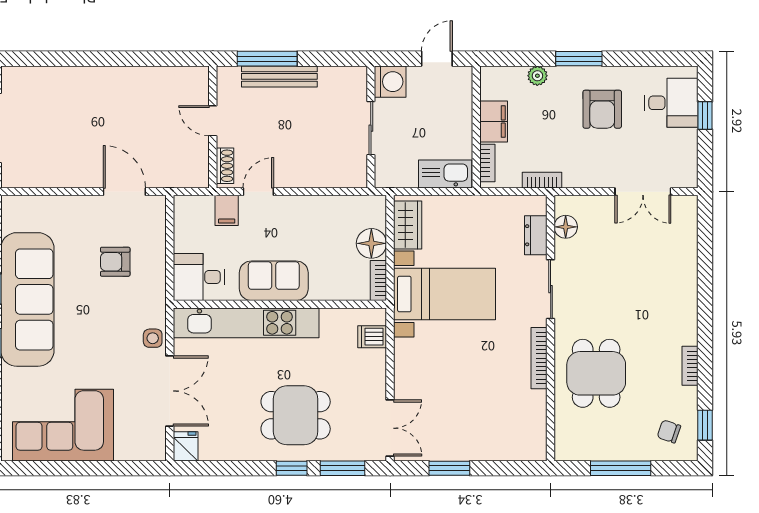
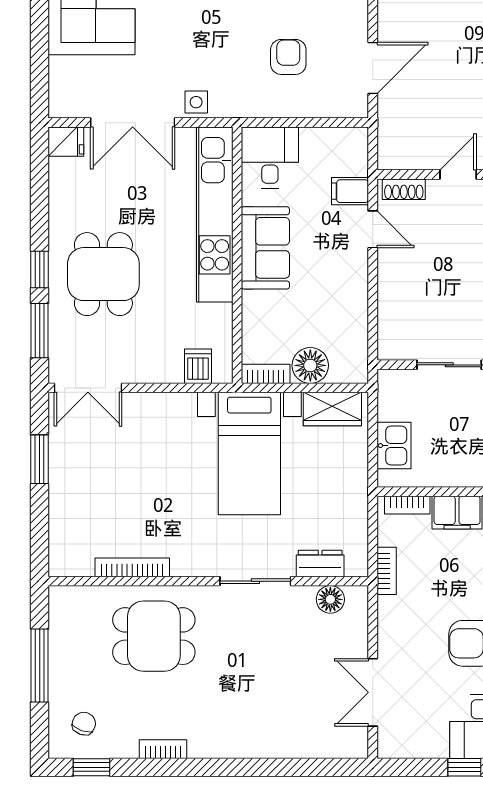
kitchen sink: (445, 174) -> (394, 446), width x0.73
bookcase: (539, 358) -> (132, 567), moved

